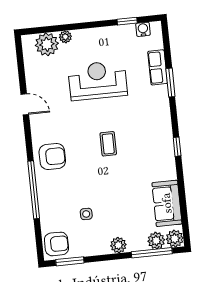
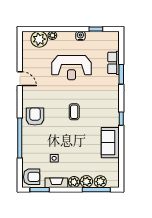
water cooler: (143, 29) -> (80, 36), moved
reception desk: (98, 80) -> (71, 68), turned 180
armchair: (52, 156) -> (35, 117), turned -90
sofa: (167, 203) -> (110, 143), moved
plant: (175, 239) -> (86, 181), moved
fireplace: (93, 249) -> (56, 183), added

